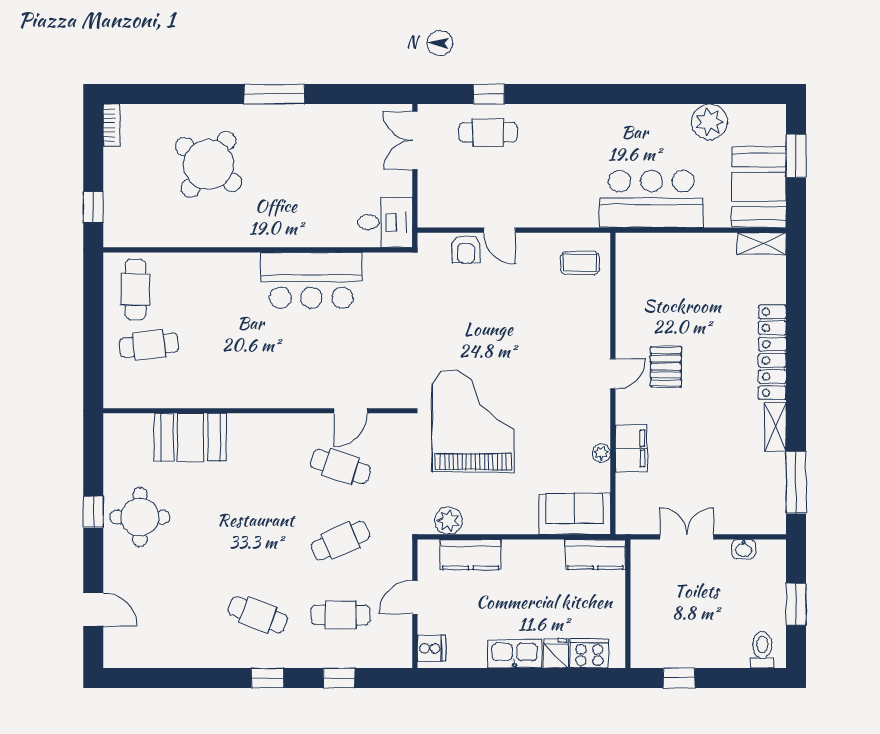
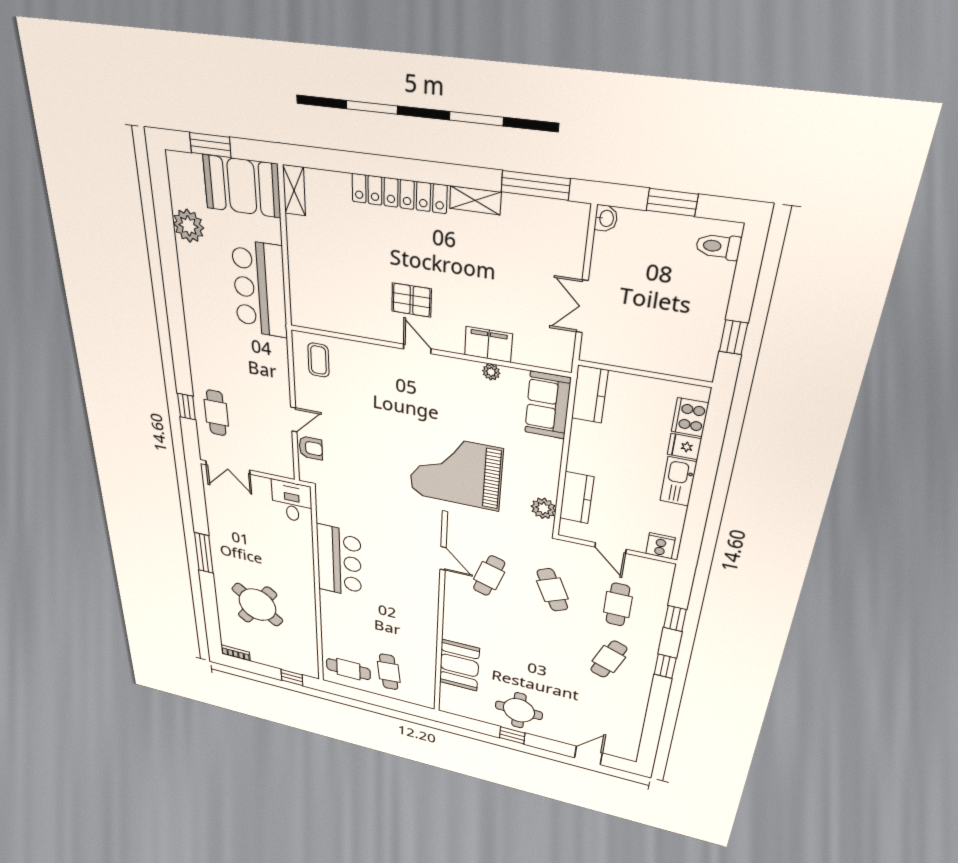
washbasin: (744, 549) -> (606, 218), moved

